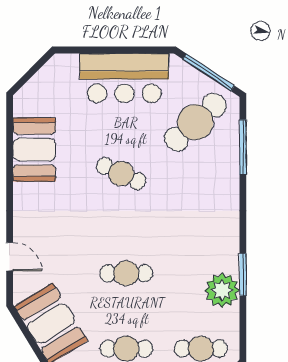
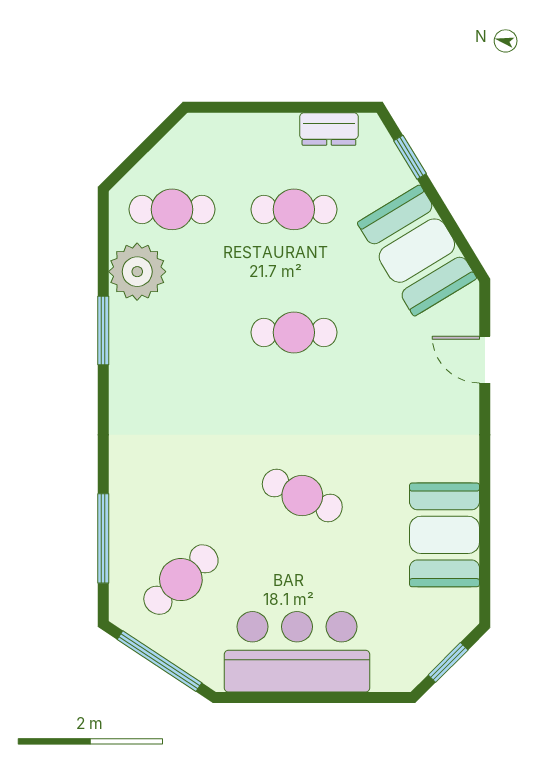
window: (32, 72) -> (448, 662), added
cafe table: (195, 122) -> (181, 580), width x0.73, depth x0.74
plant: (222, 290) -> (137, 272), moved

